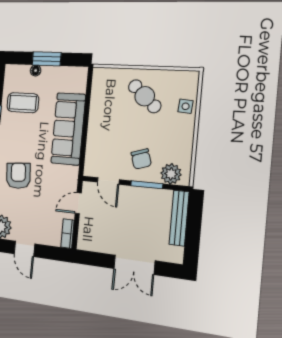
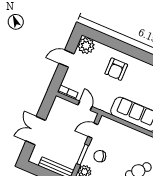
armchair: (18, 176) -> (116, 69), turned 95

